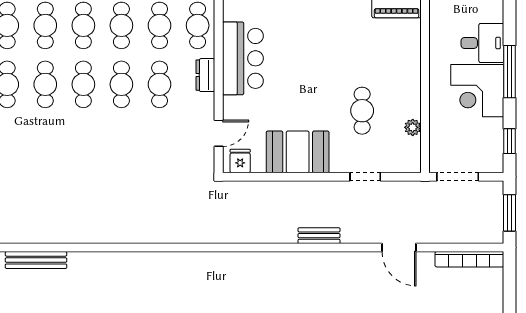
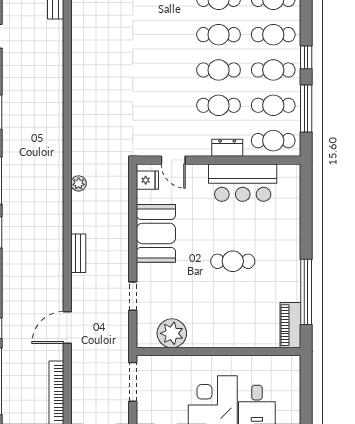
cafe table: (362, 111) -> (233, 261), moved
plant: (413, 127) -> (172, 333), width x1.88, depth x1.88
plant: (244, 235) -> (79, 183), added

